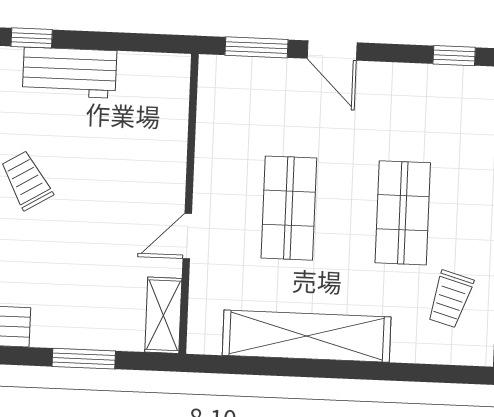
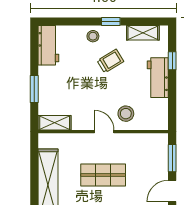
stool: (149, 150) -> (126, 114), added
door: (187, 236) -> (104, 132), moved

